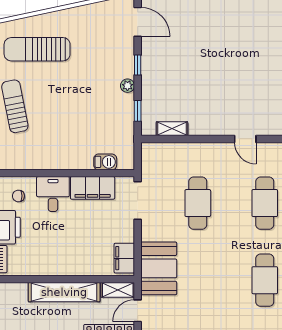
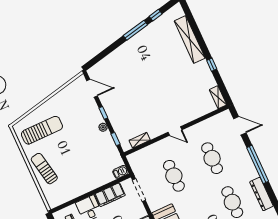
sun lounger: (37, 49) -> (42, 130), turned 180
door: (245, 139) -> (175, 131), moved
barbecue: (105, 162) -> (120, 172), moved

